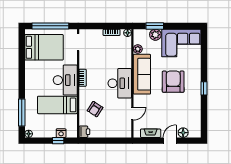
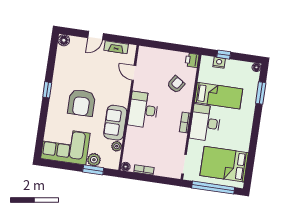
sofa: (142, 74) -> (115, 123), width x0.73
window: (22, 113) -> (261, 93), width x0.69
door: (132, 114) -> (134, 73), hinge flipped
floor lamp: (183, 133) -> (64, 40), moved

